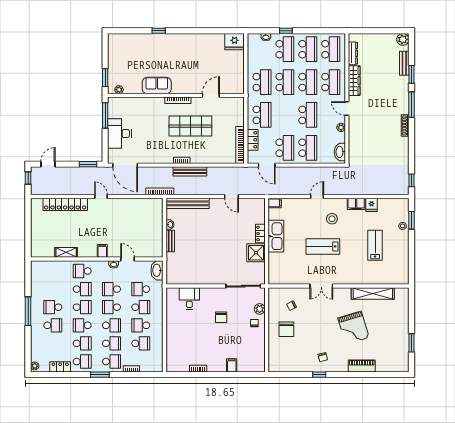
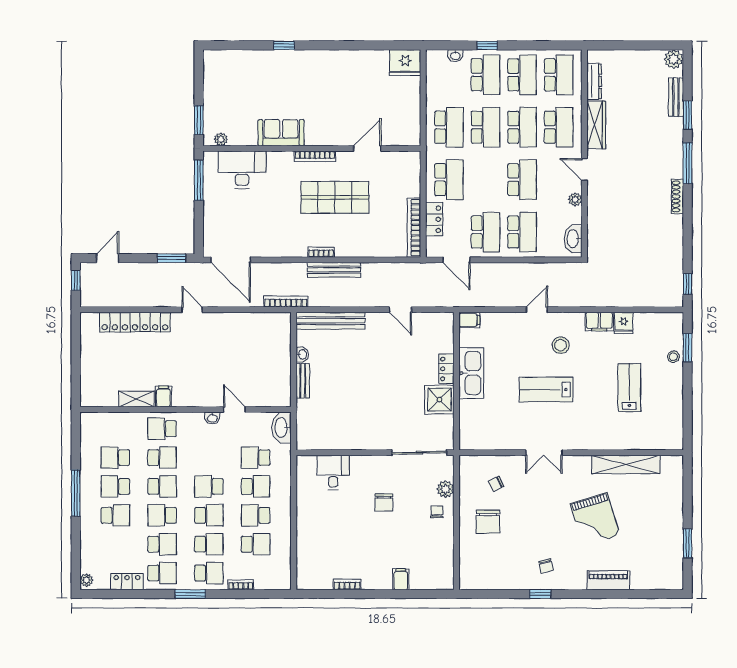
desk: (119, 133) -> (242, 170), moved, turned 90
filing cabinet: (102, 251) -> (163, 396), moved
school desk: (111, 289) -> (115, 458), moved

